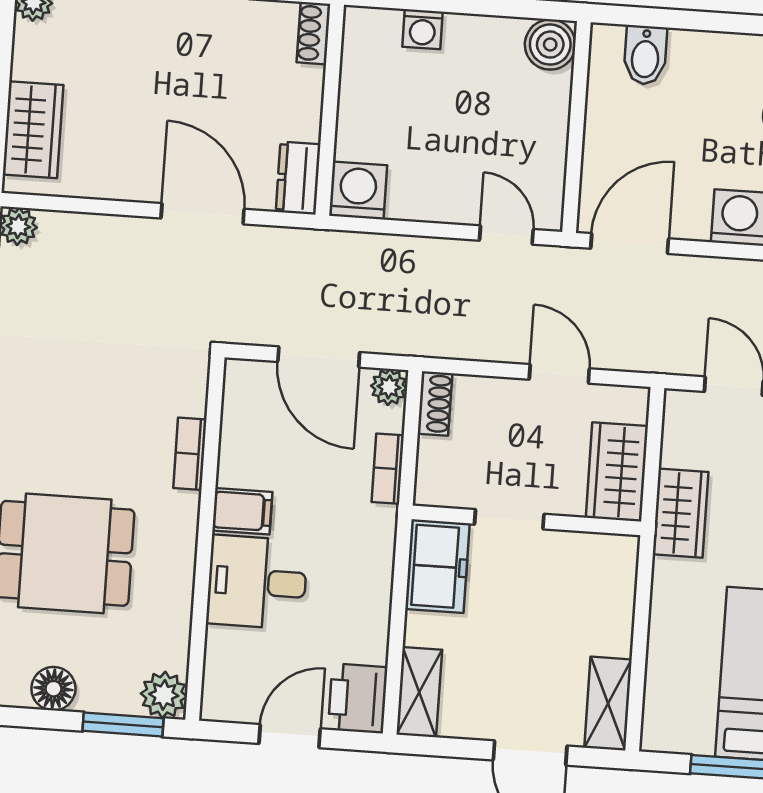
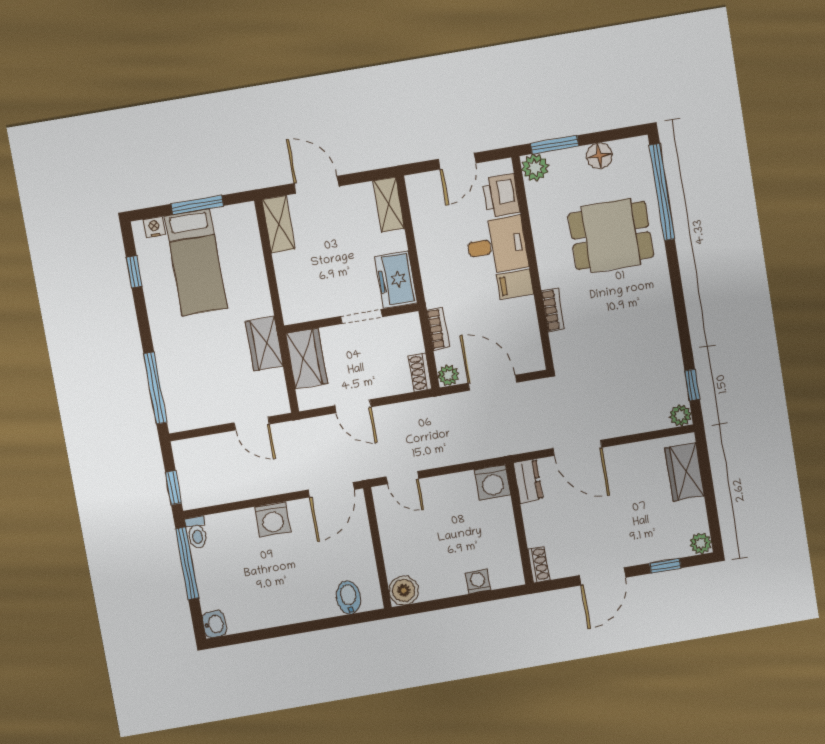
printer: (358, 698) -> (501, 196), moved, turned 180

